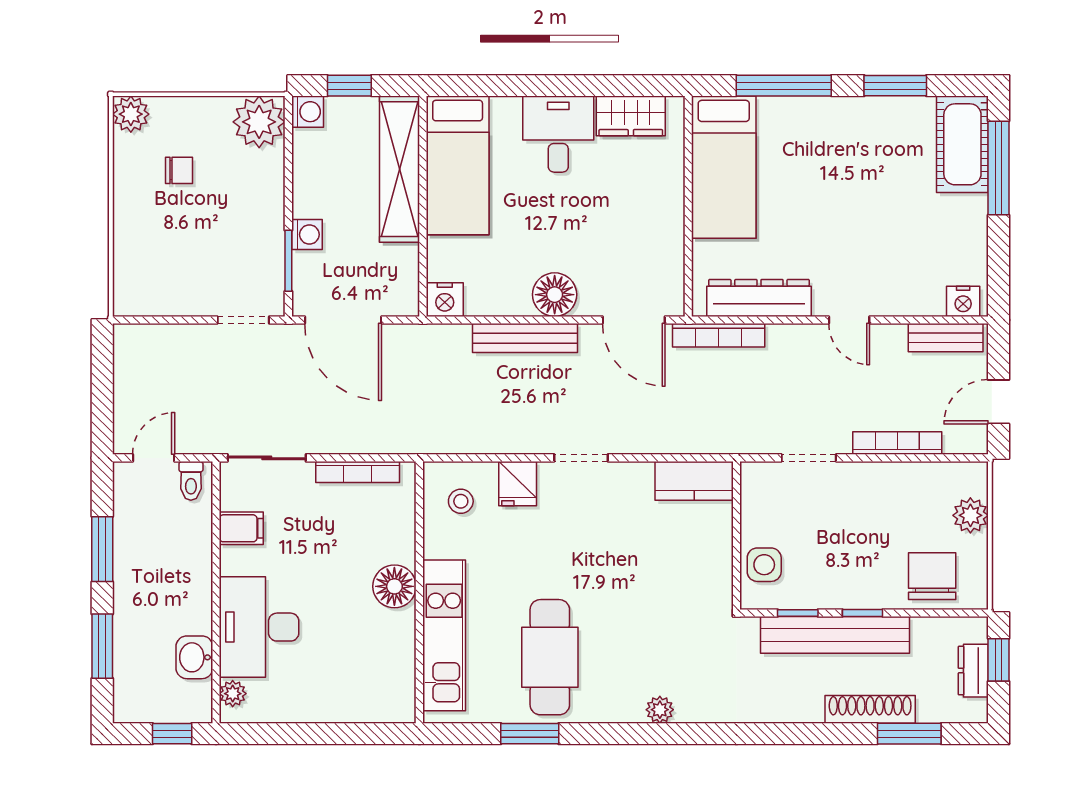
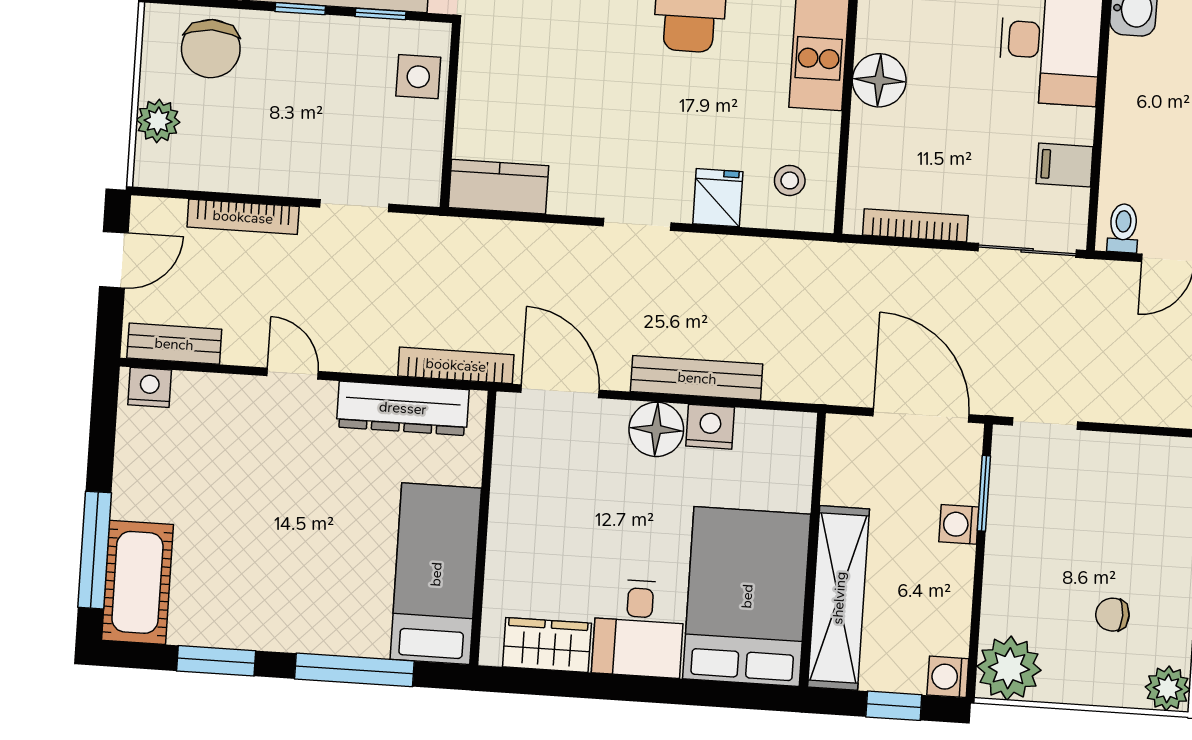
bed: (458, 165) -> (747, 596), width x1.50
nightstand: (445, 300) -> (710, 427), moved

